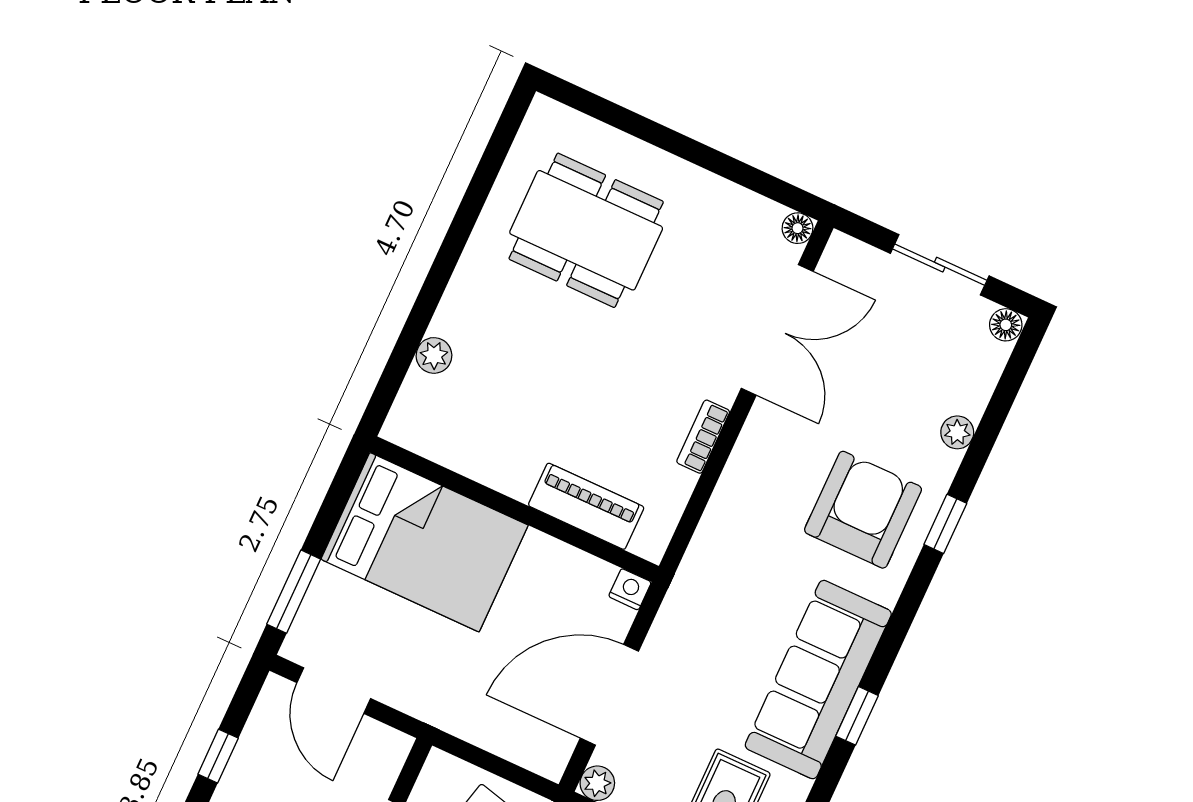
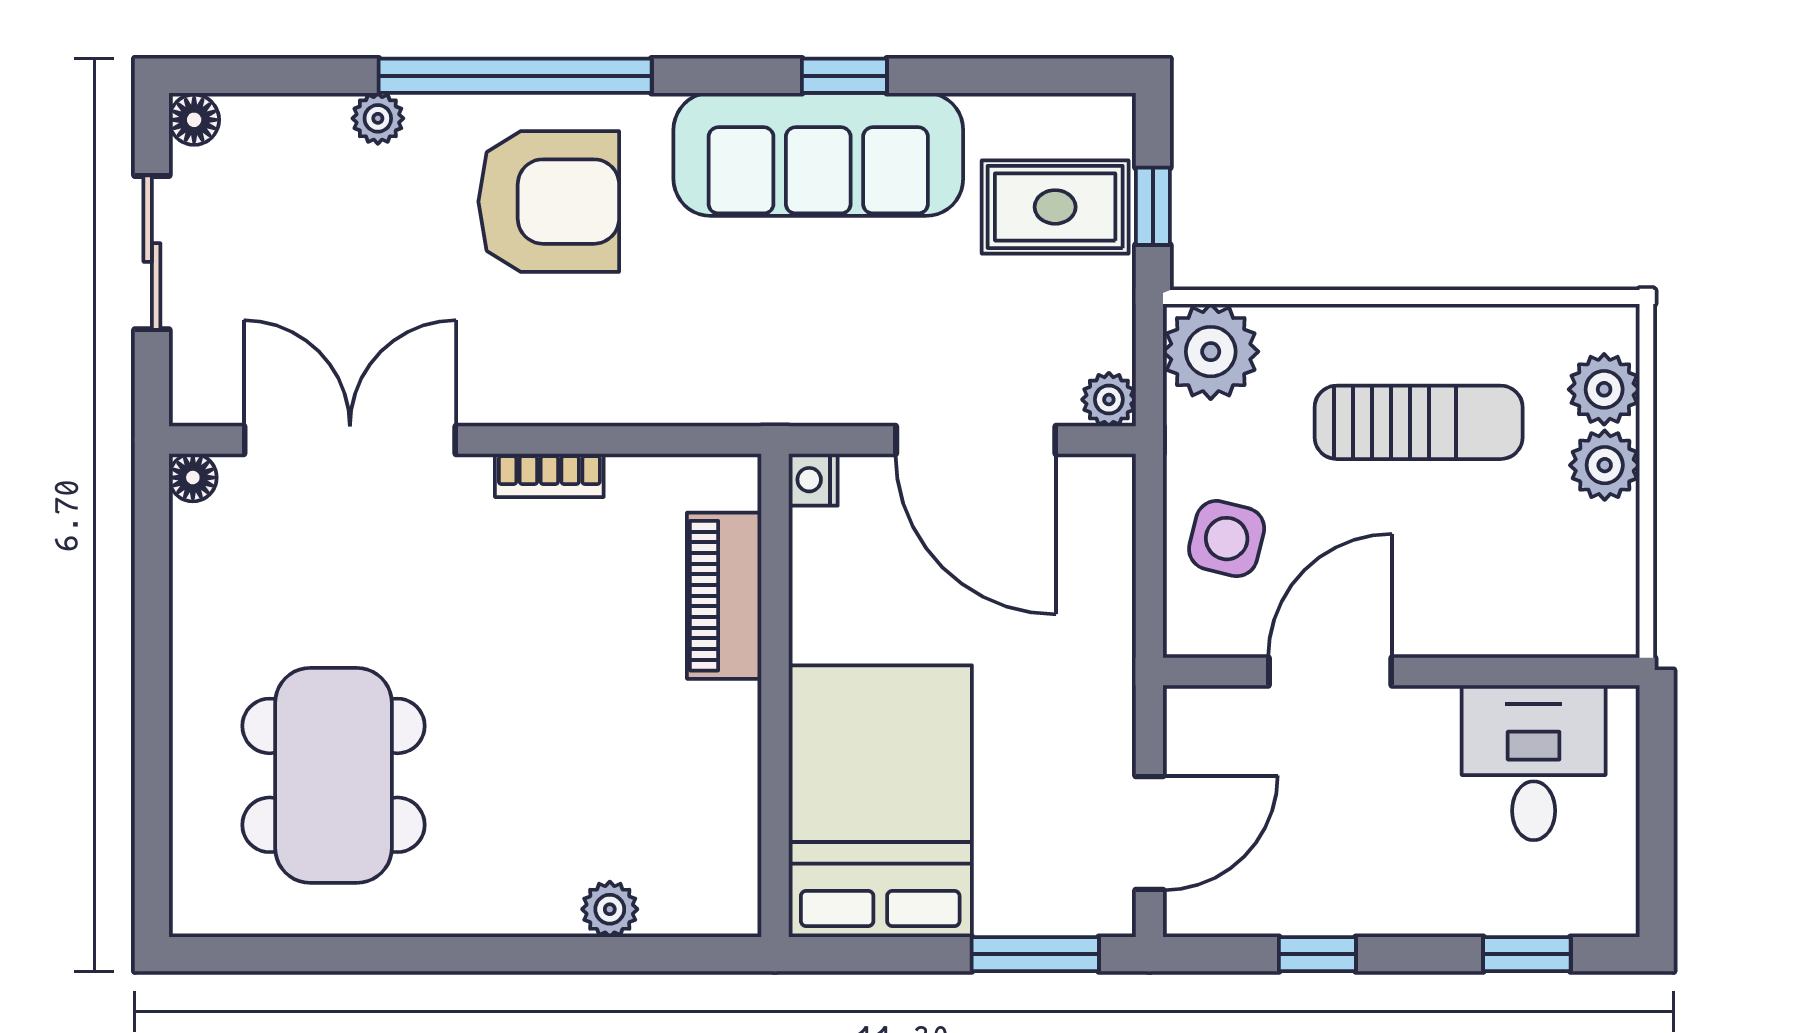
armchair: (863, 510) -> (549, 202), turned 180
window: (945, 524) -> (515, 76), width x3.17

